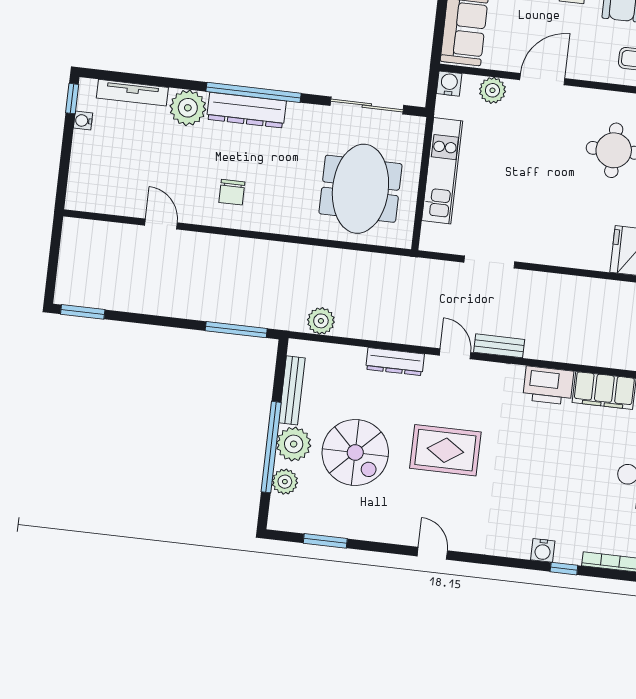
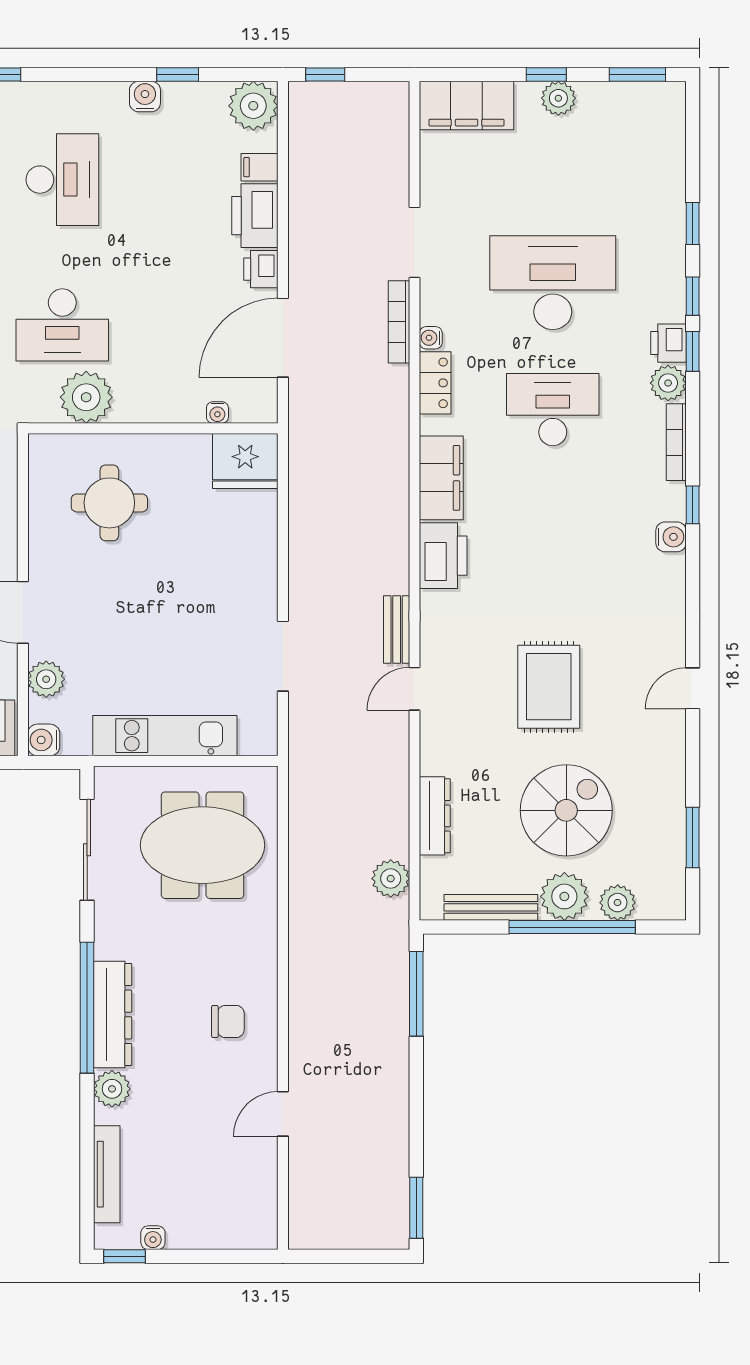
plant: (188, 108) -> (112, 1089), width x0.73, depth x0.73
dresser: (395, 362) -> (435, 816), moved

